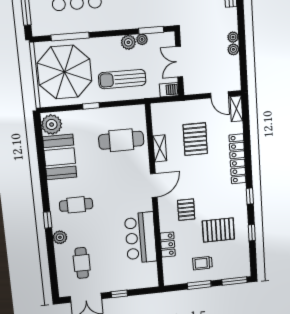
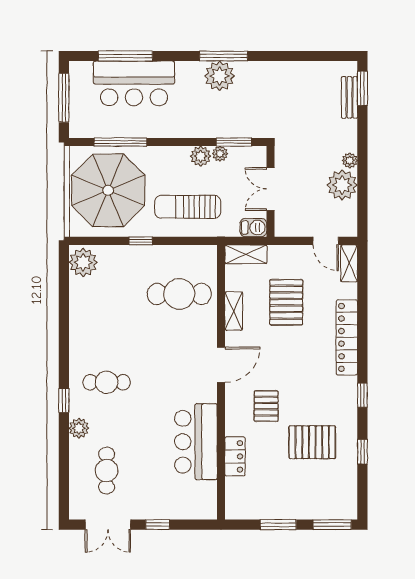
plant: (233, 49) -> (342, 185), width x1.87, depth x1.87
shelving: (165, 109) -> (246, 254), added
booth: (60, 157) -> (90, 310), removed
trolley: (202, 263) -> (285, 491), removed

